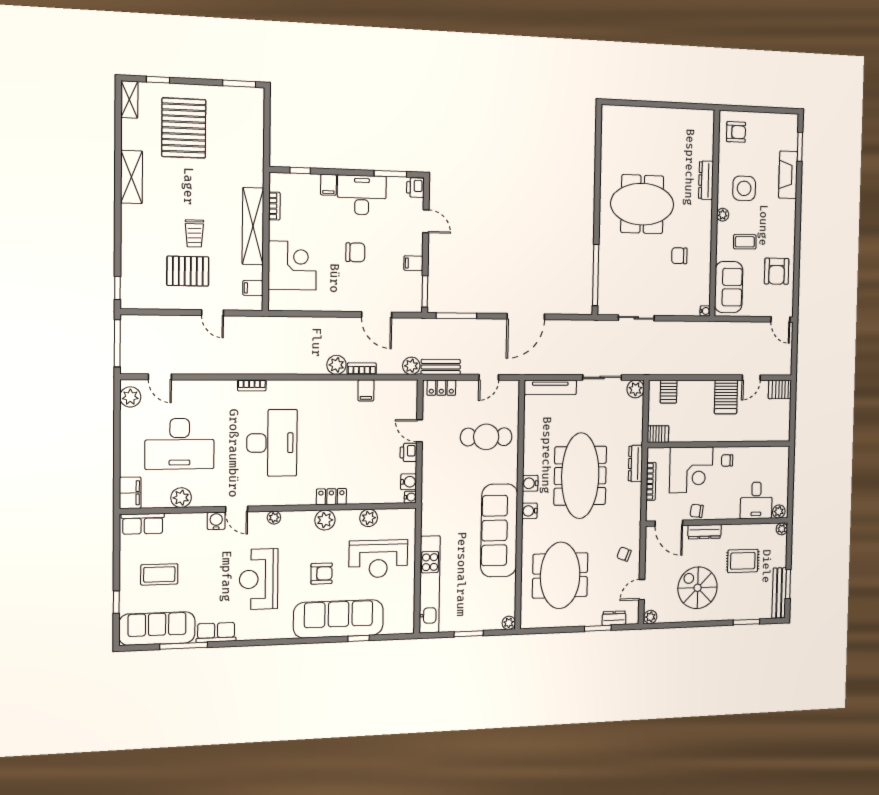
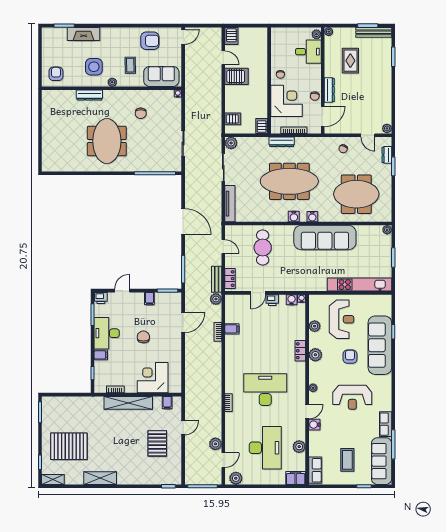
trolley: (194, 233) -> (134, 439), removed
plant: (336, 365) -> (215, 444), moved
spiral stairs: (698, 588) -> (368, 94), removed

